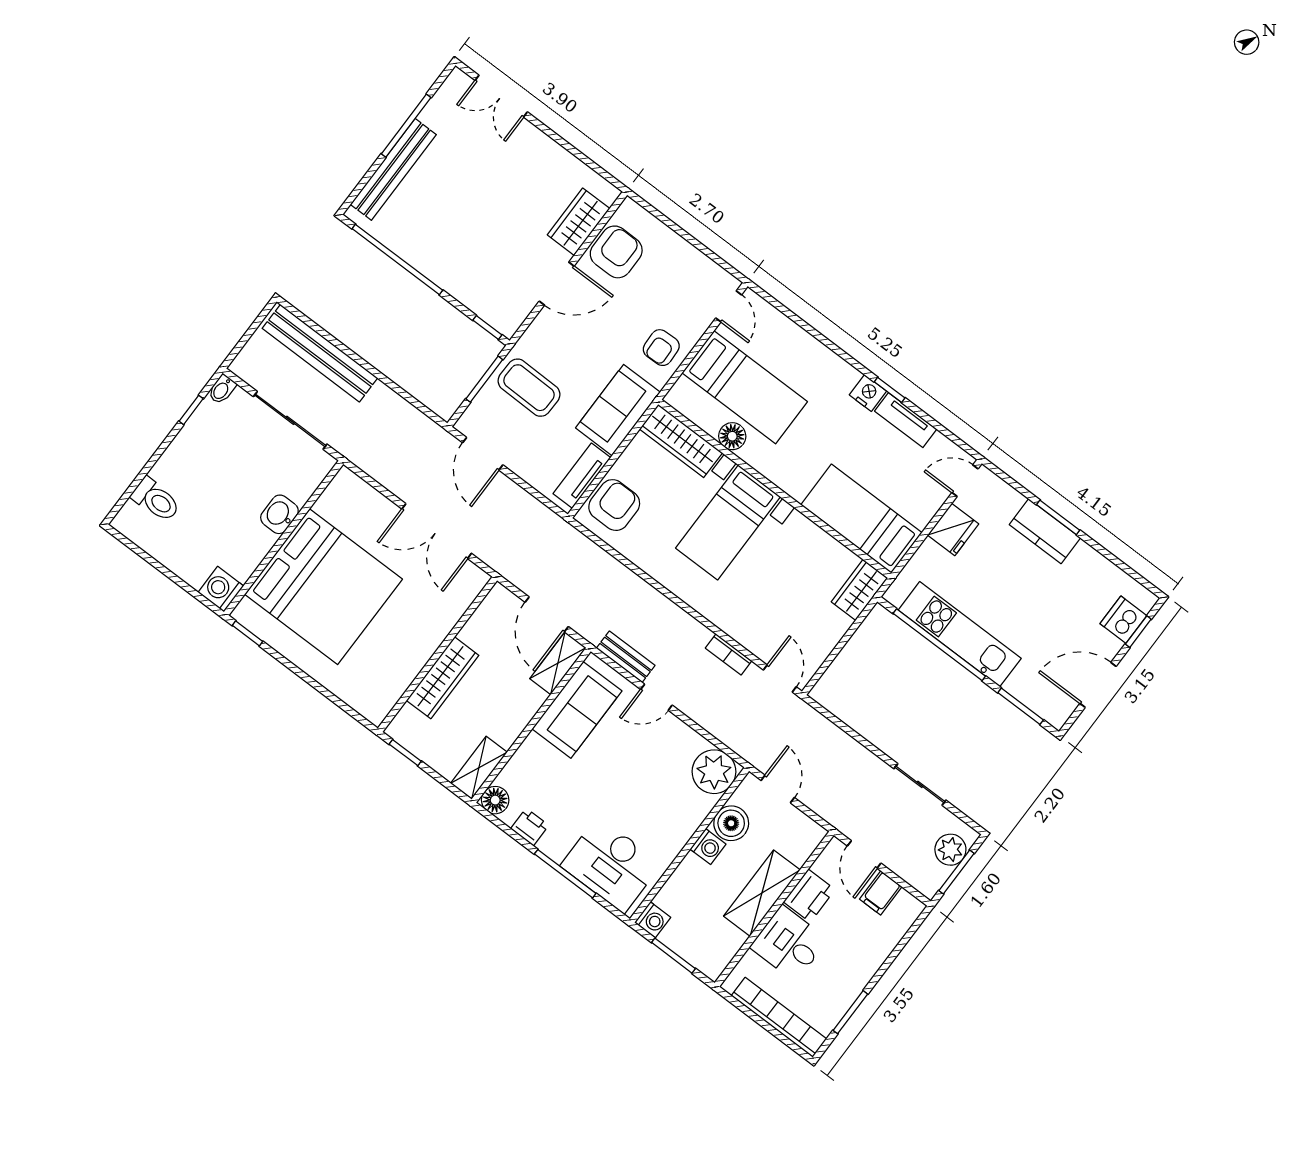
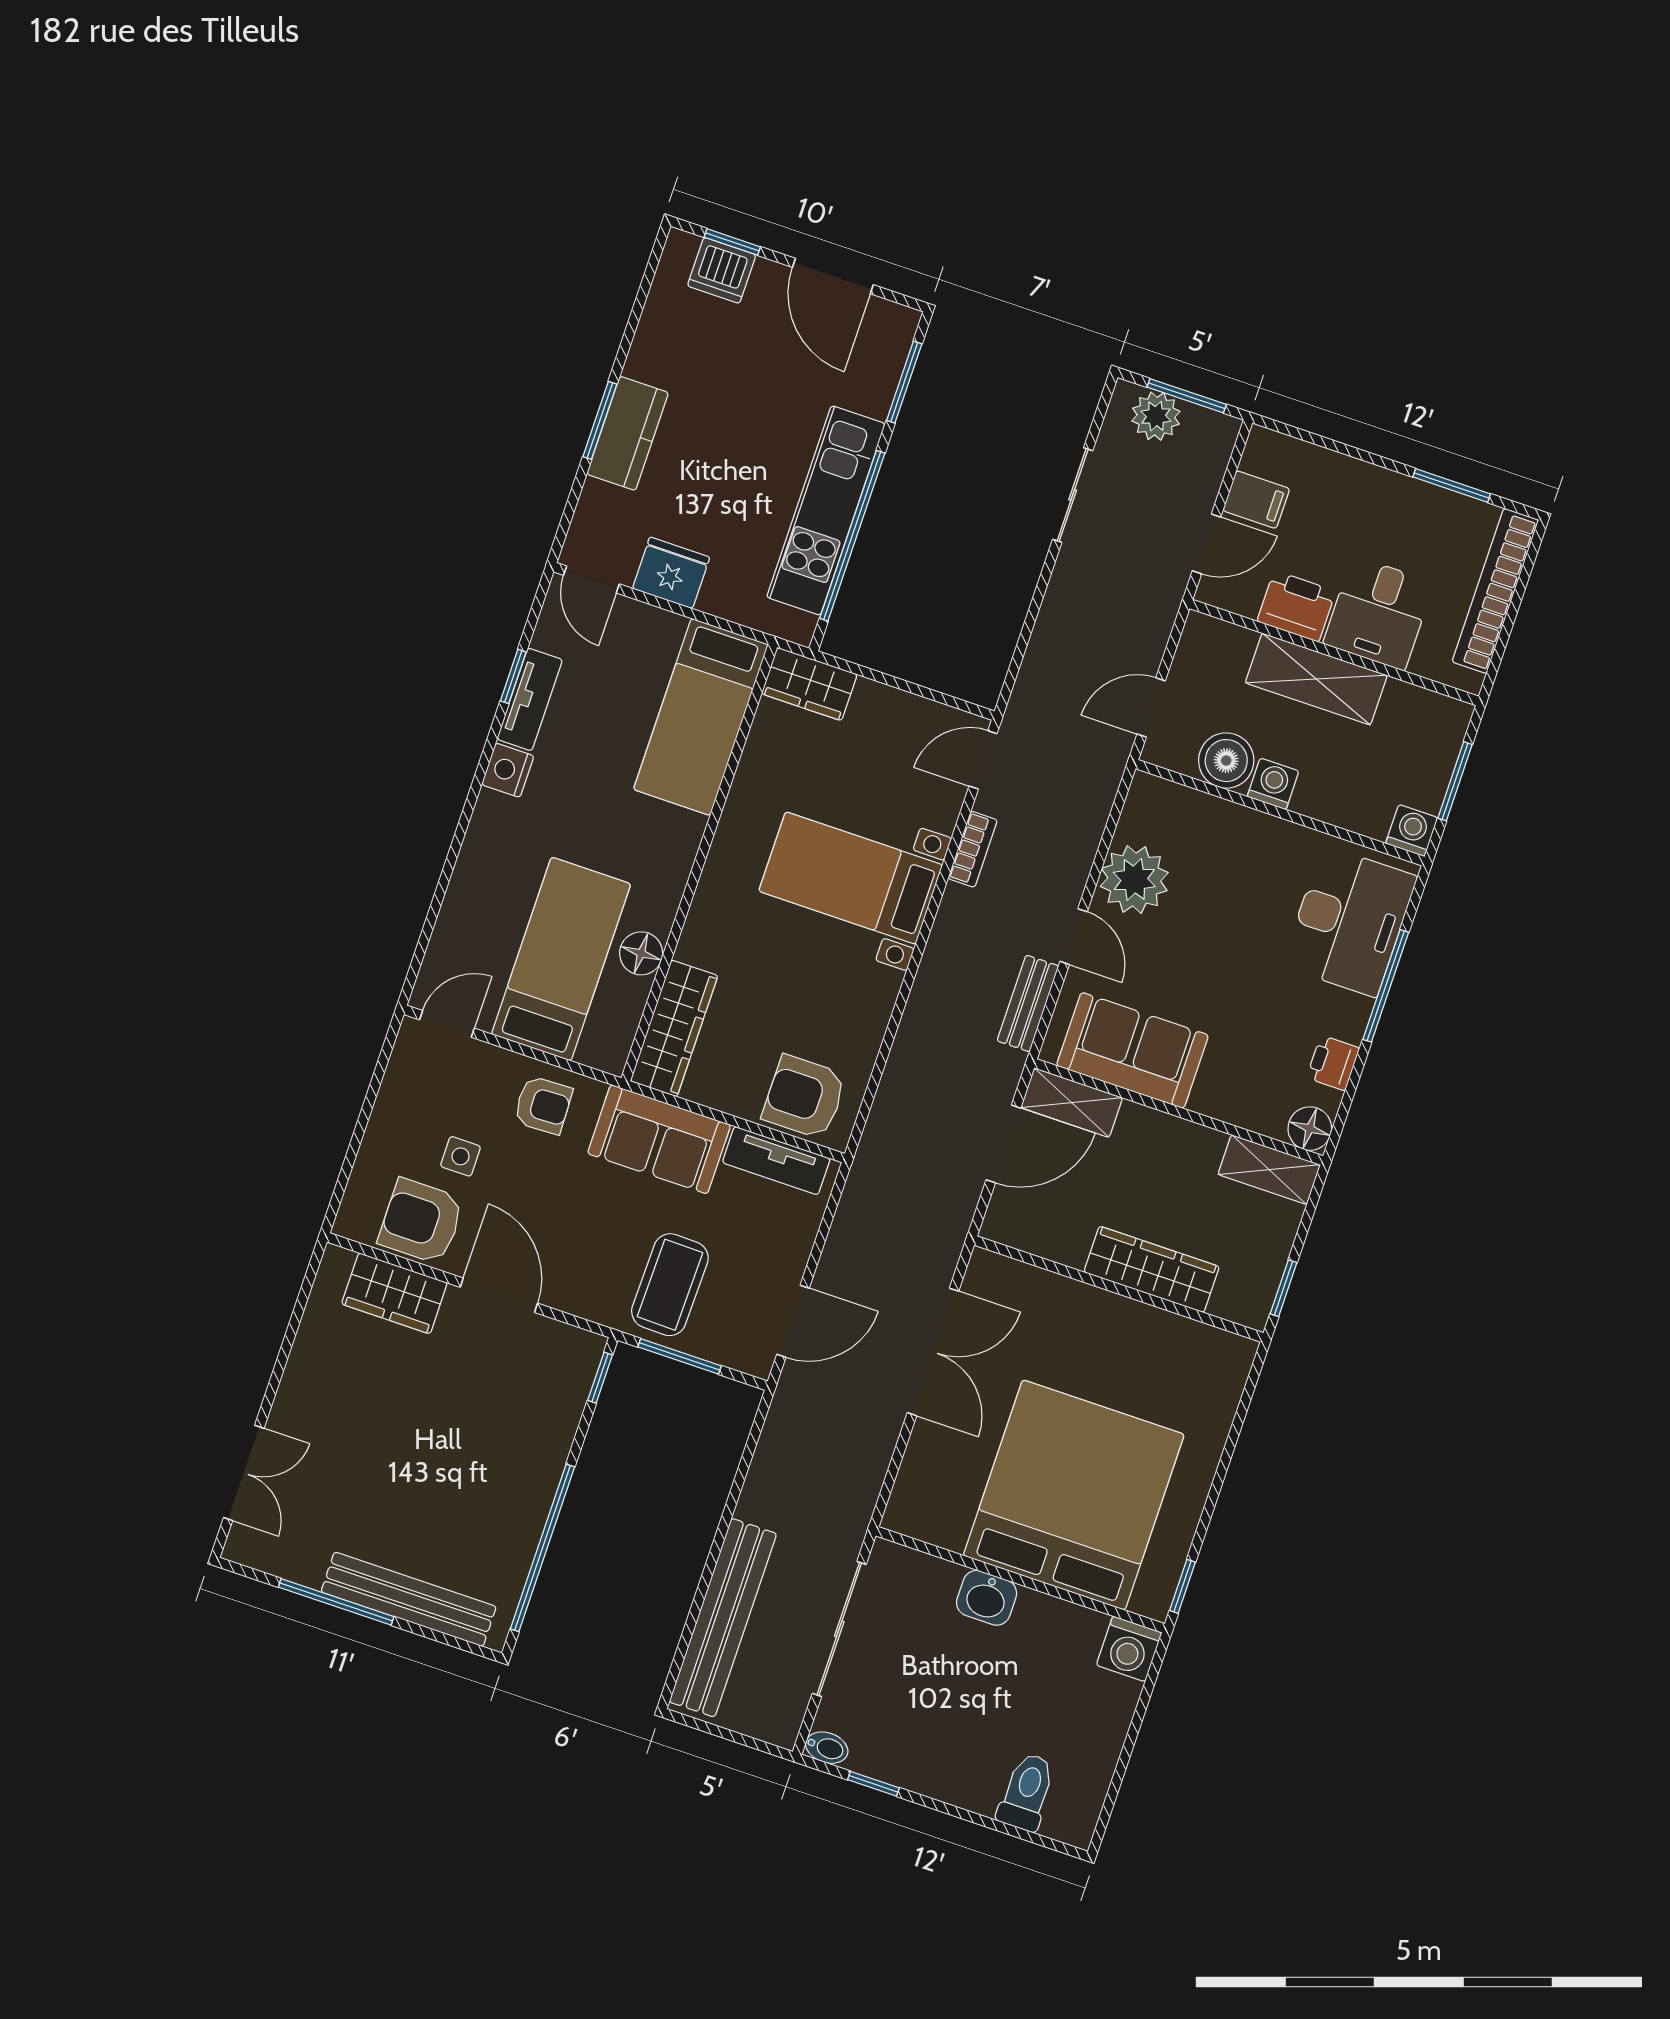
side table: (647, 288) -> (461, 1156), added
window: (890, 390) -> (513, 676), moved
bed with nightstands: (728, 522) -> (851, 878), moved, turned 180
plant: (714, 772) -> (1134, 879), moved

